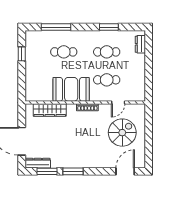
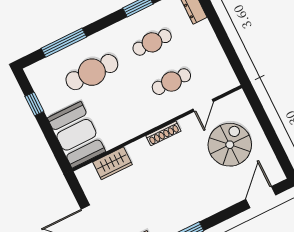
cafe table: (64, 52) -> (92, 72), width x1.37, depth x1.35
booth: (71, 89) -> (76, 135), moved, turned 90
wardrobe: (50, 110) -> (112, 163), width x0.67

